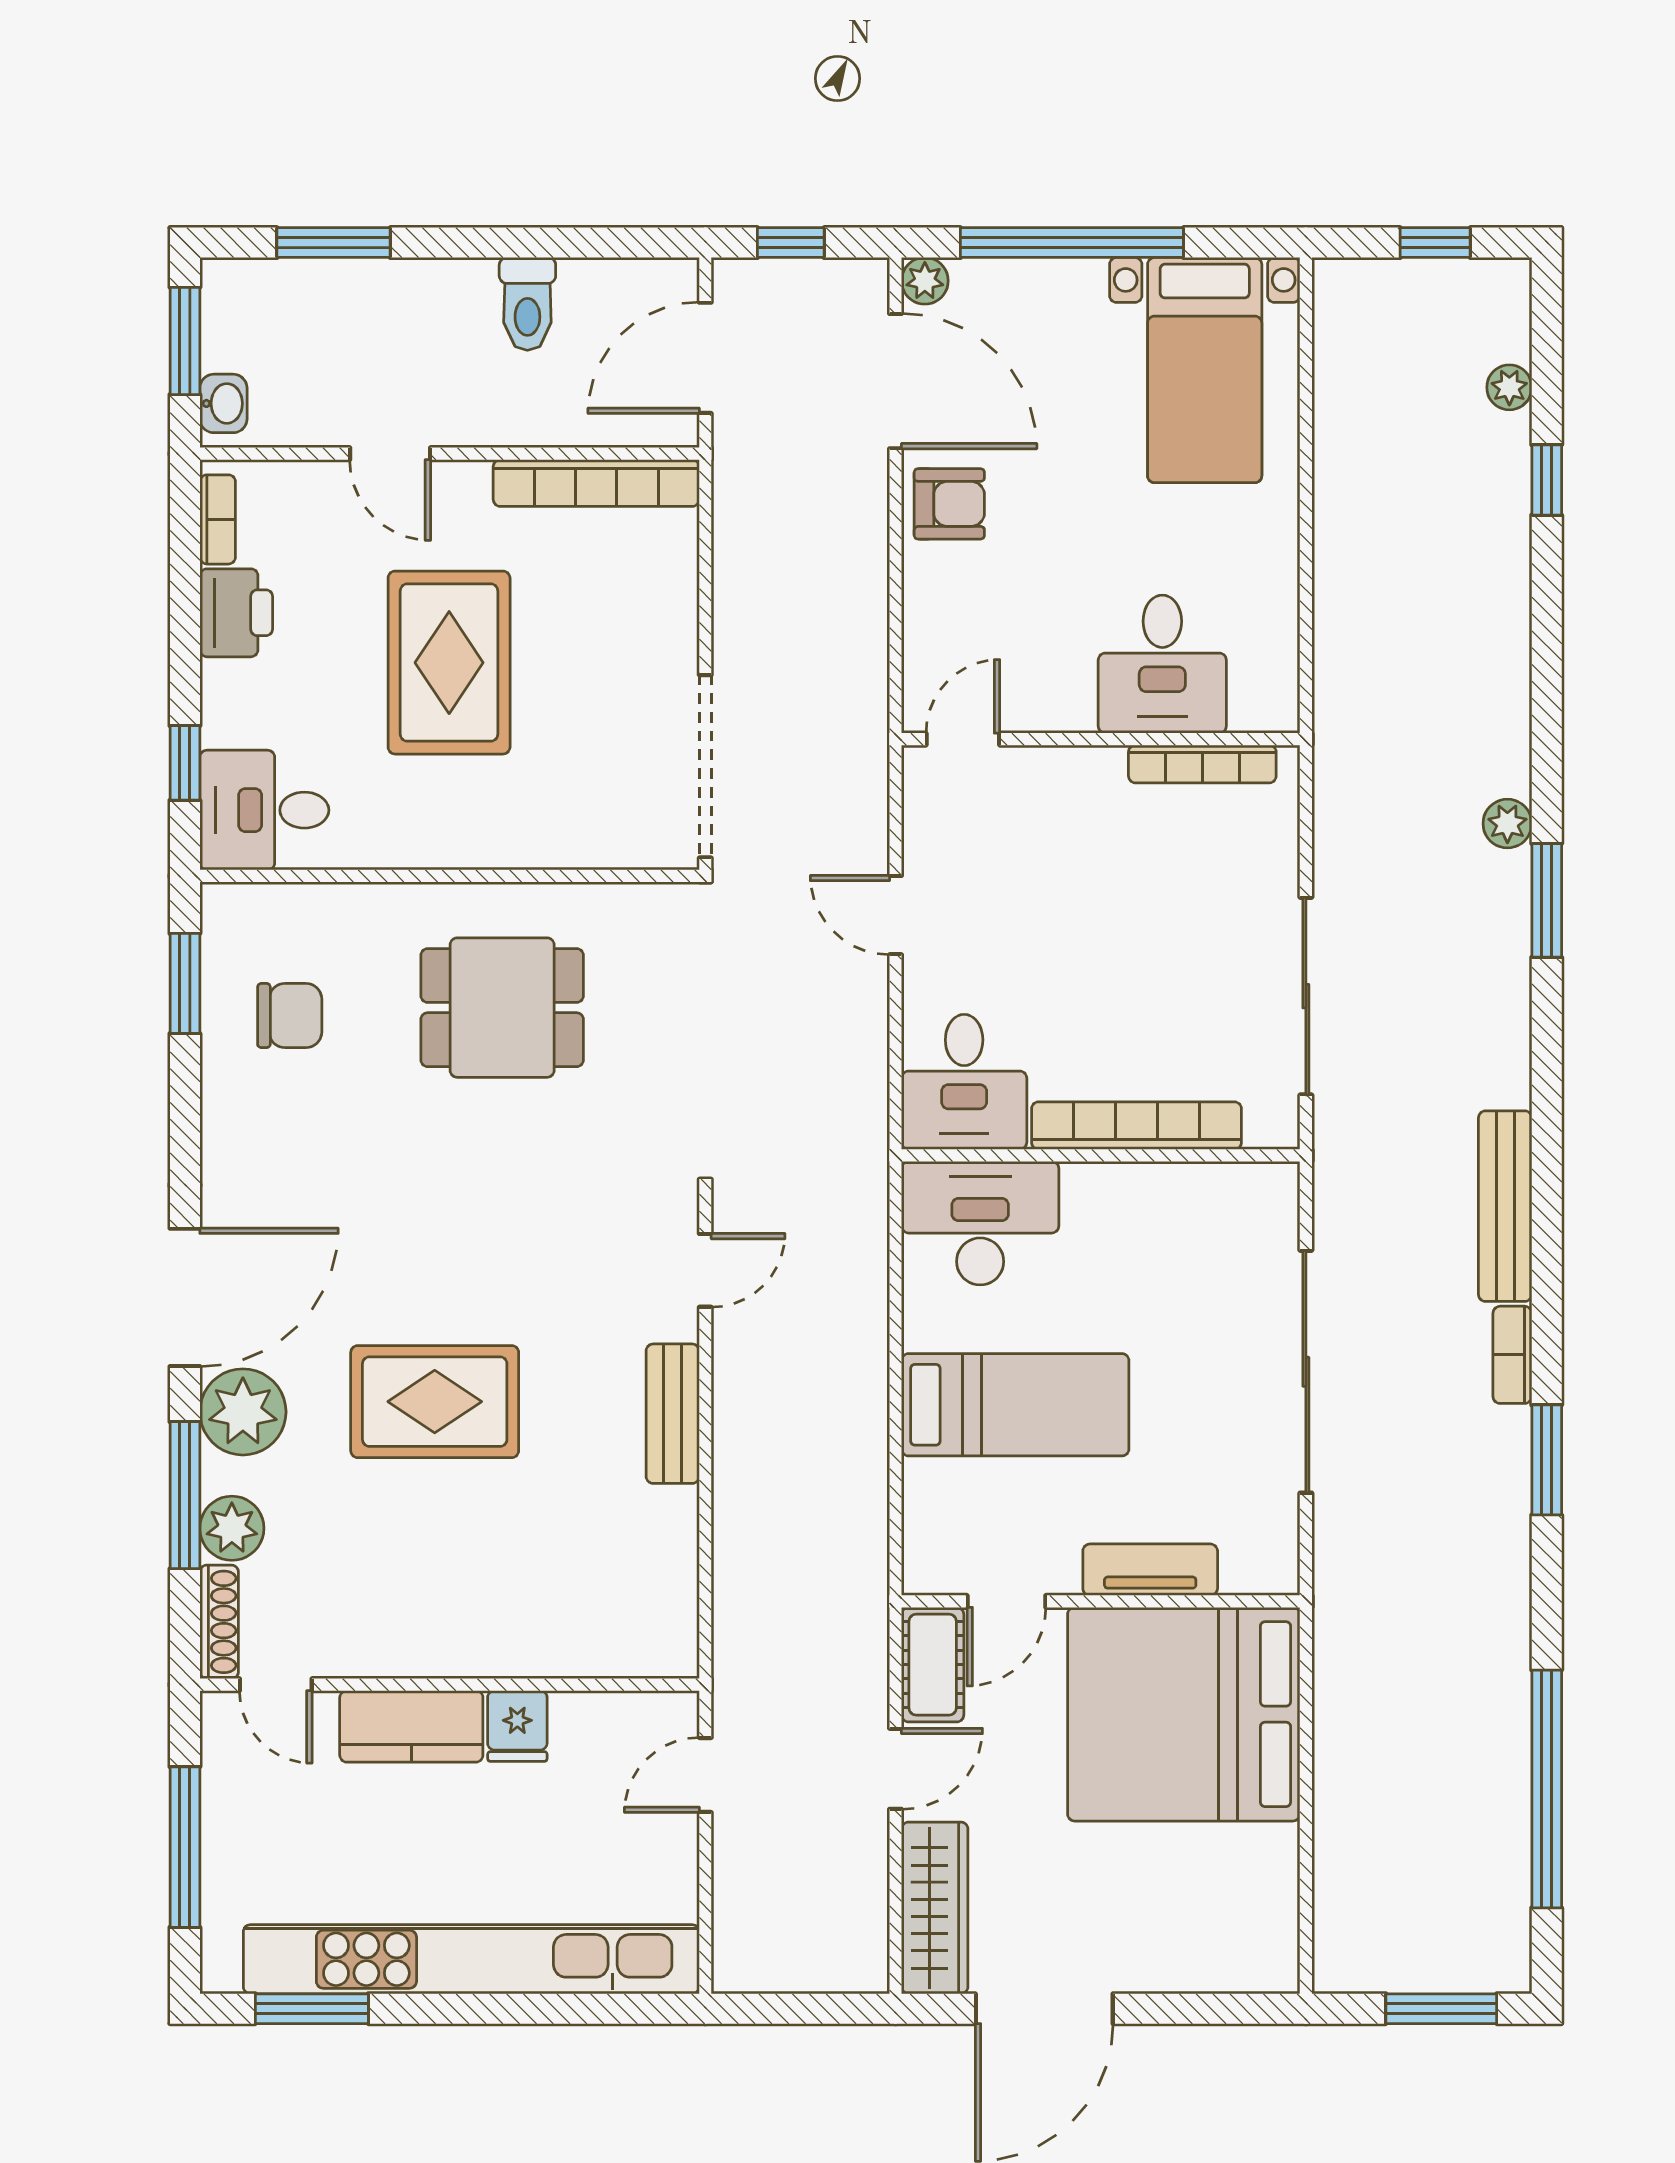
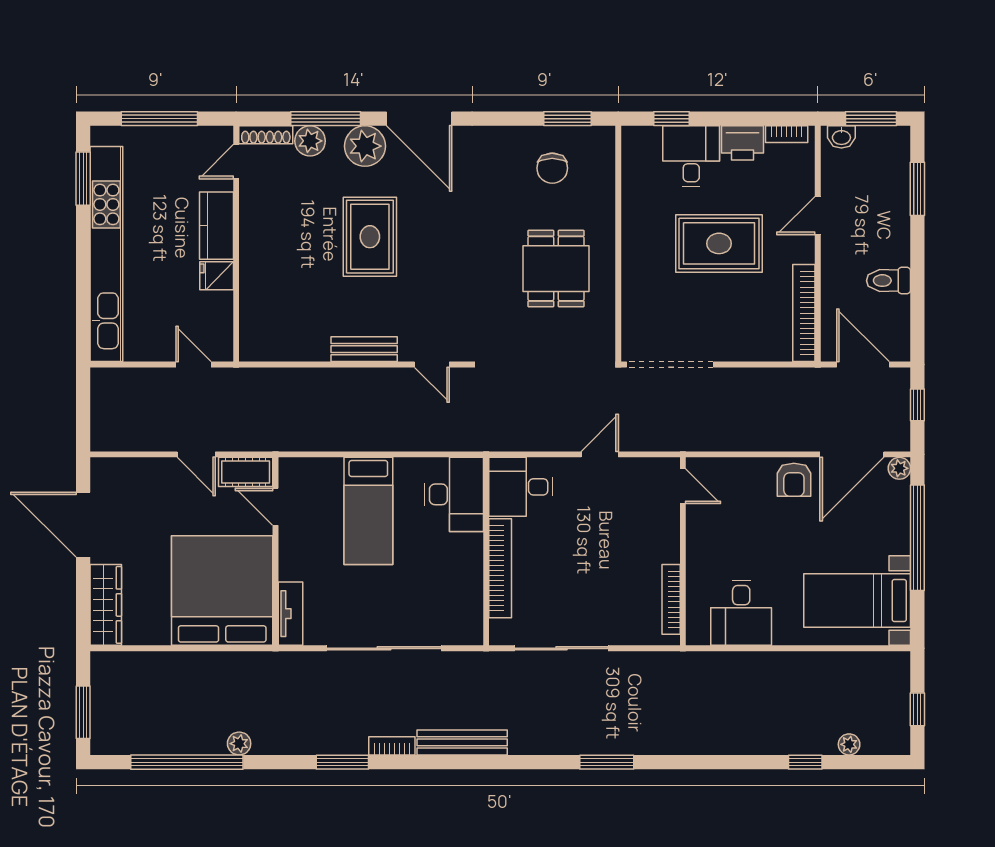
desk: (1162, 664) -> (741, 613), moved, turned -90
desk: (264, 810) -> (691, 156), moved
plant: (1507, 824) -> (239, 744), moved
tv unit: (1150, 1570) -> (290, 614), moved
wardrobe: (935, 1908) -> (106, 605), moved, turned -90

